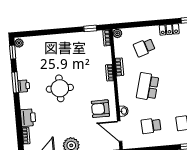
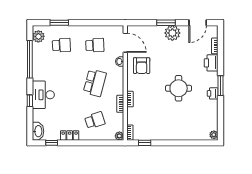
window: (13, 52) -> (221, 127), removed
window: (15, 82) -> (221, 86), moved
armchair: (100, 109) -> (142, 66), turned 90

